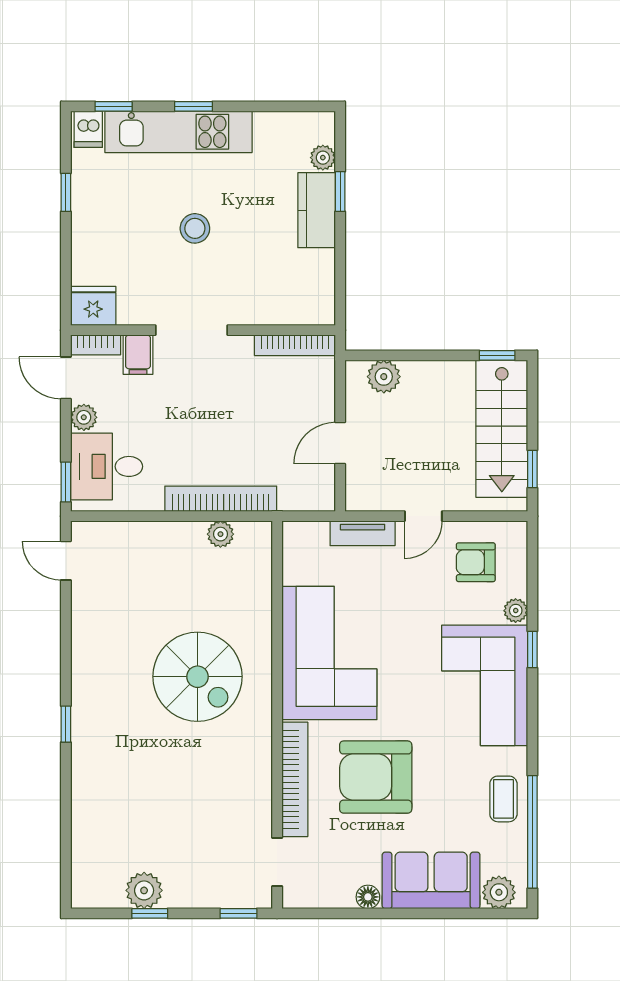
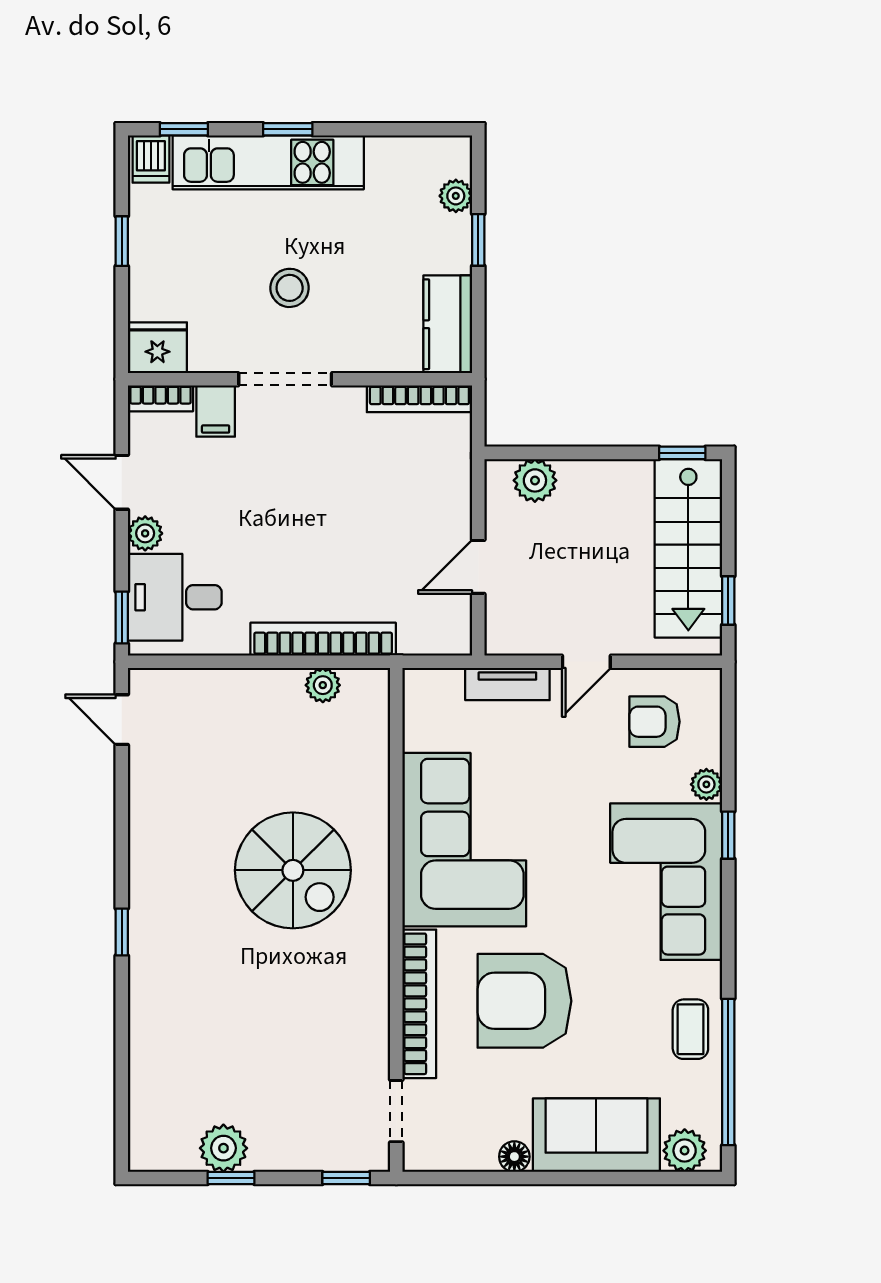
kitchen counter: (317, 210) -> (448, 324), moved
fridge: (93, 306) -> (157, 348), moved
doorway: (191, 330) -> (285, 379), moved
wall: (203, 330) -> (300, 379), moved
bookcase: (96, 345) -> (161, 398), moved
bookcase: (295, 345) -> (419, 399), moved
filing cabinet: (138, 355) -> (216, 411), moved

